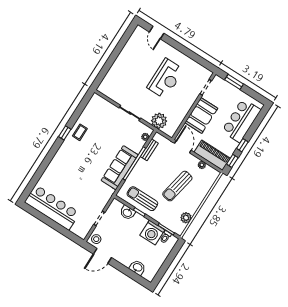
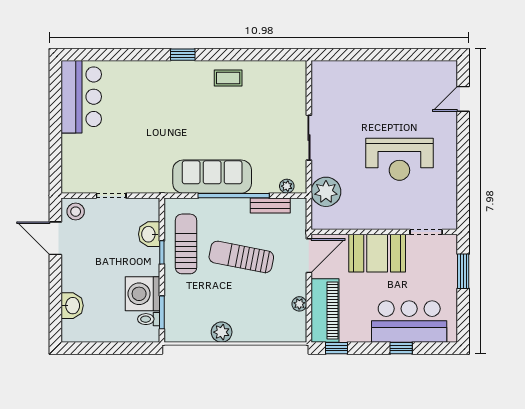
window: (65, 133) -> (183, 55), moved
window: (242, 145) -> (401, 348), moved
sun lounger: (177, 186) -> (241, 257), moved
bar counter: (52, 207) -> (81, 97), width x0.73
plant: (186, 218) -> (222, 332), moved

